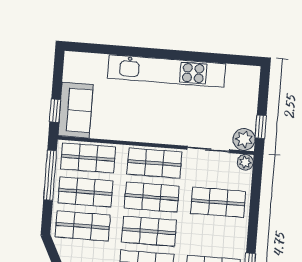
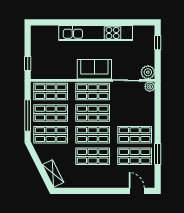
sofa: (76, 110) -> (94, 69), moved, turned -90
window: (261, 127) -> (158, 43), moved
window: (50, 175) -> (28, 116), moved
shop shelf: (218, 202) -> (135, 135), moved

